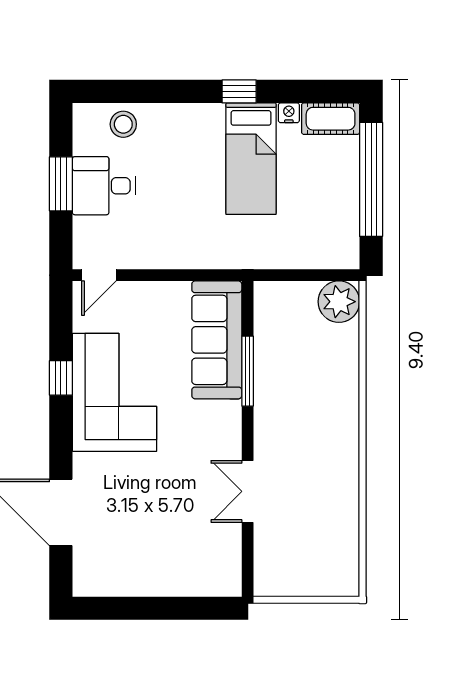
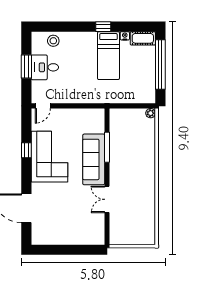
plant: (339, 302) -> (151, 113), width x0.53, depth x0.53
sofa: (217, 340) -> (94, 159), moved

